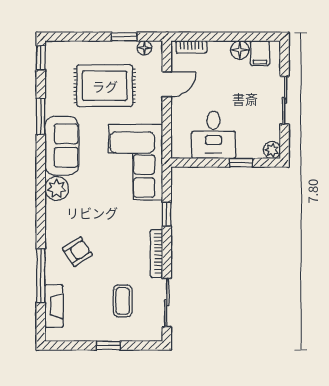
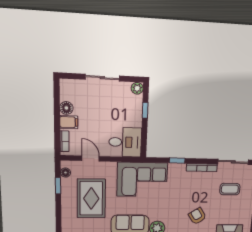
filing cabinet: (260, 53) -> (69, 122), moved
desk: (213, 135) -> (125, 142), moved

